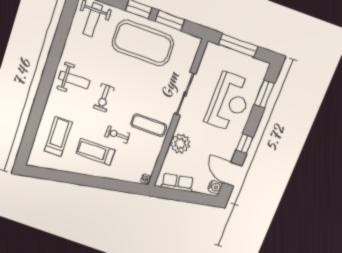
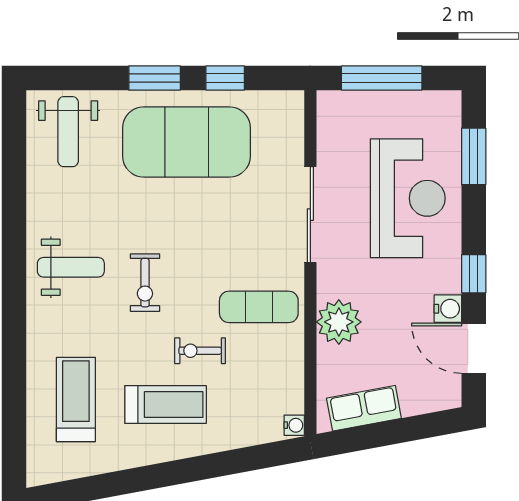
window: (170, 20) -> (225, 78), width x0.67
treadmill: (95, 152) -> (166, 405), turned 180
water cooler: (215, 187) -> (448, 309), moved

